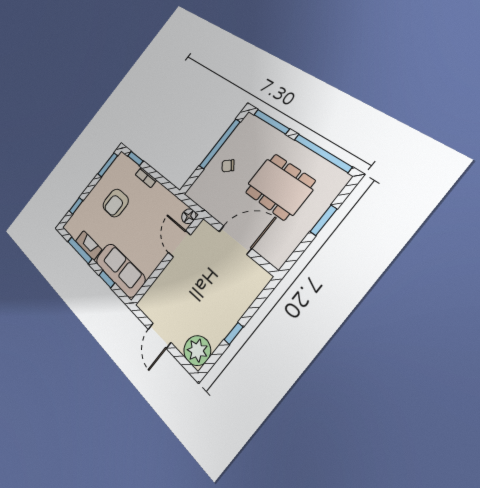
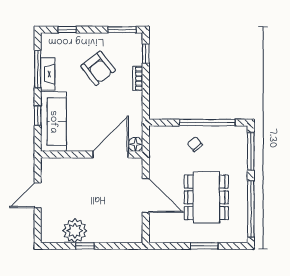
armchair: (116, 203) -> (98, 68), turned -128
door: (180, 244) -> (111, 155), width x1.36
plant: (197, 351) -> (75, 231), moved

